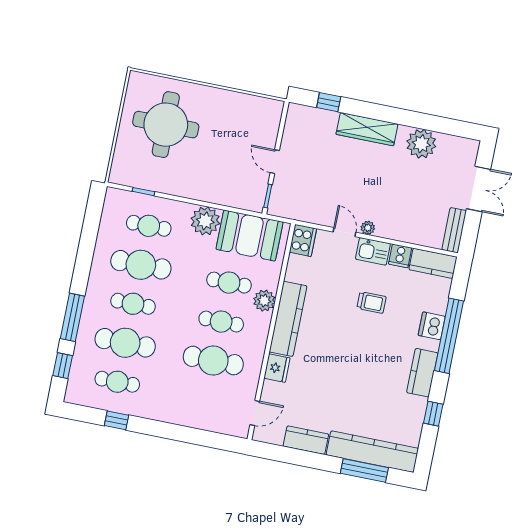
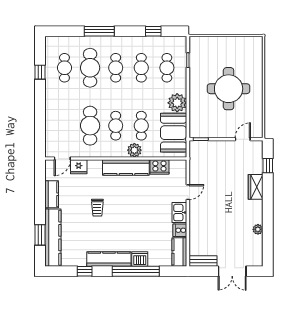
round table: (166, 125) -> (229, 89), moved
wardrobe: (367, 129) -> (256, 187), width x0.67
plant: (421, 144) -> (258, 229), width x0.53, depth x0.53
door: (275, 162) -> (243, 139), moved
plant: (368, 228) -> (194, 206), removed
cooker: (303, 240) -> (159, 167), moved
cafe table: (141, 265) -> (141, 68), width x0.73, depth x0.74
trolley: (372, 302) -> (97, 208), moved
window: (63, 366) -> (153, 31), moved
fridge: (277, 368) -> (79, 167), moved
kitchen counter: (422, 373) -> (109, 259), width x1.50
door: (255, 413) -> (62, 159), hinge flipped
window: (364, 470) -> (40, 235), width x0.69

